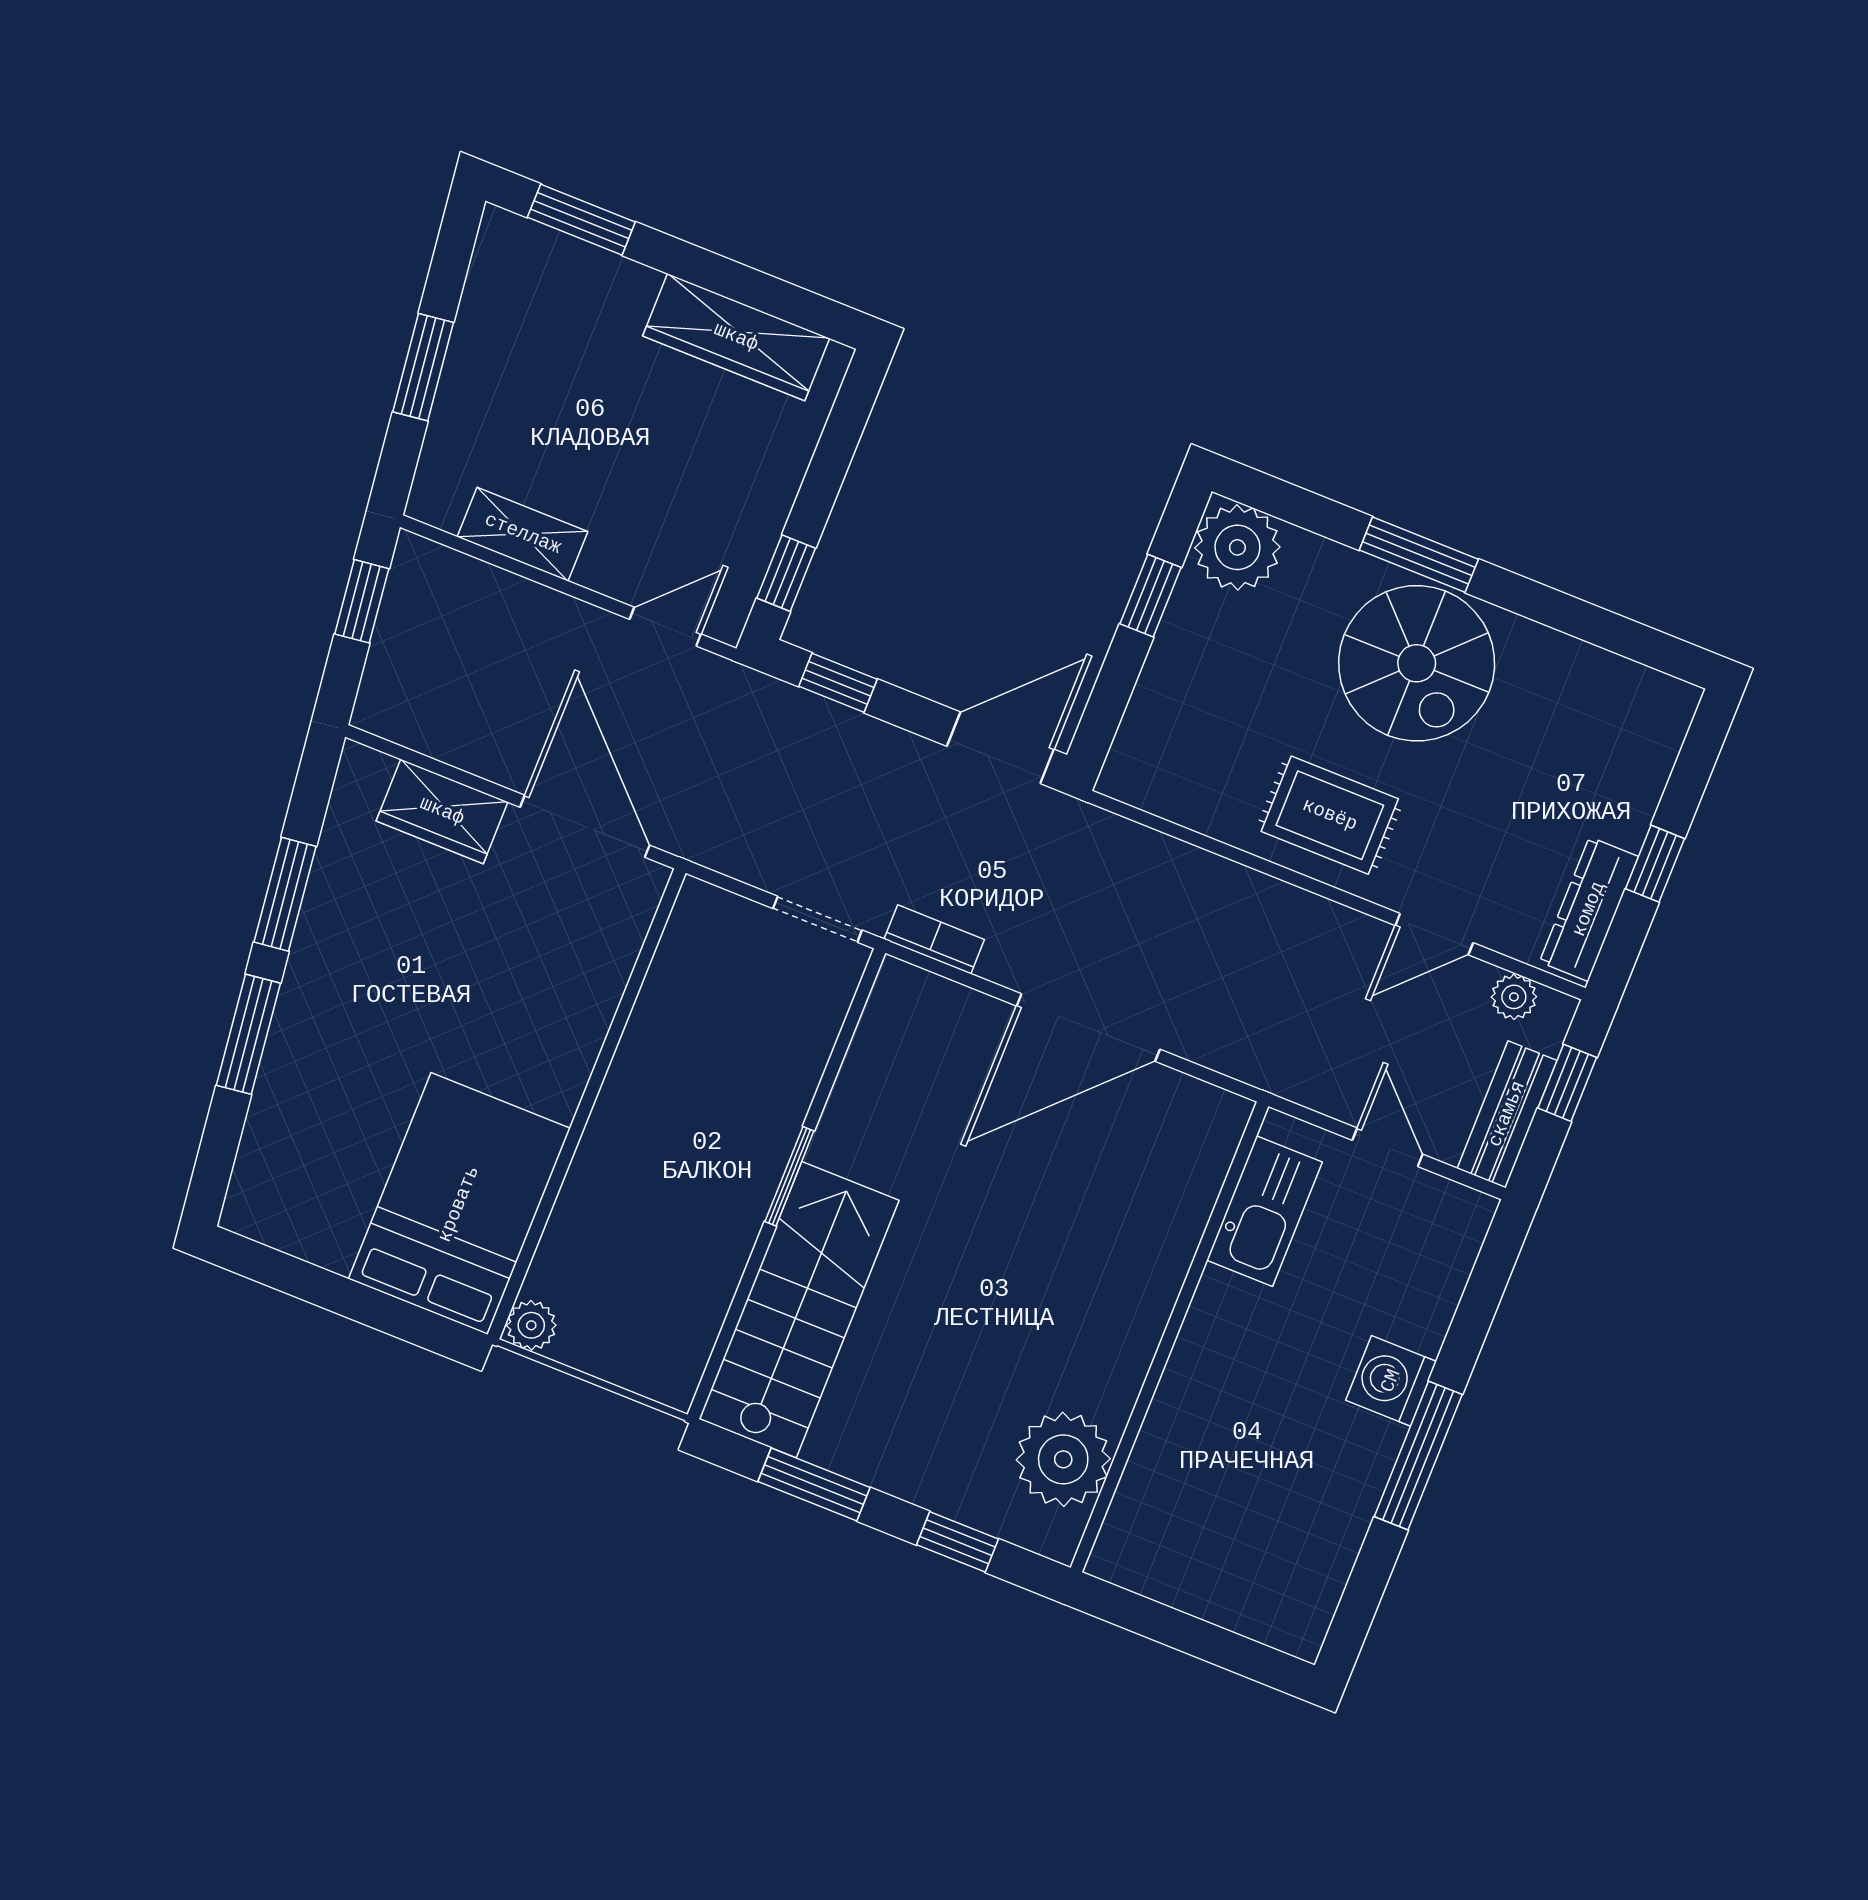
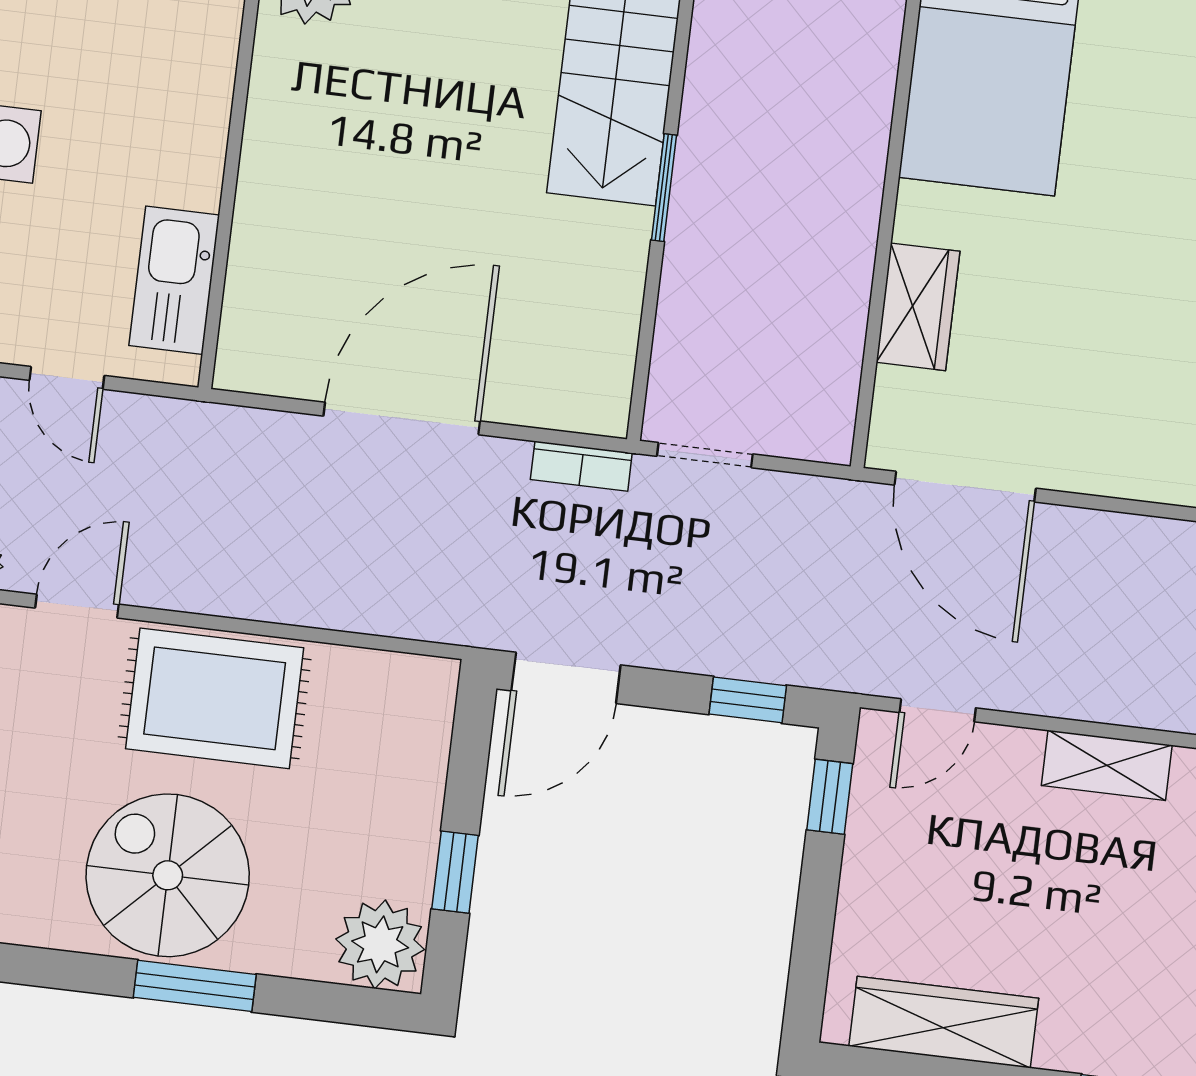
wardrobe: (442, 811) -> (918, 307), moved, turned 90
rug: (1330, 815) -> (215, 698), width x1.36, depth x1.43

